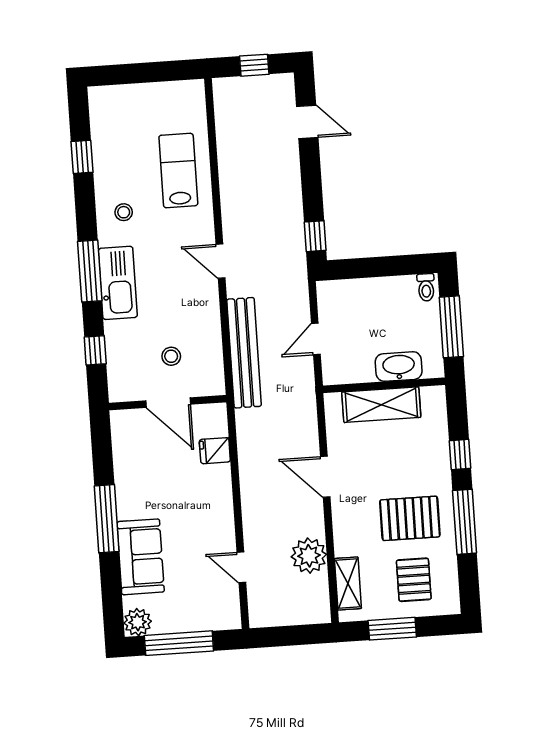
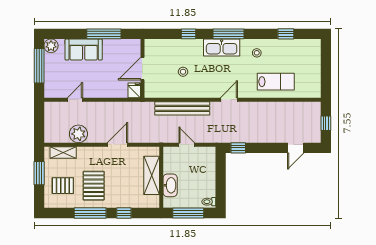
door: (168, 403) -> (142, 69), moved
wall: (168, 403) -> (142, 68), moved

